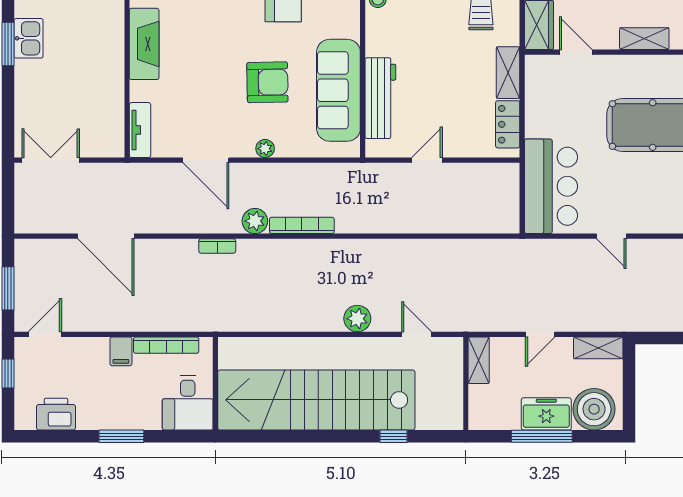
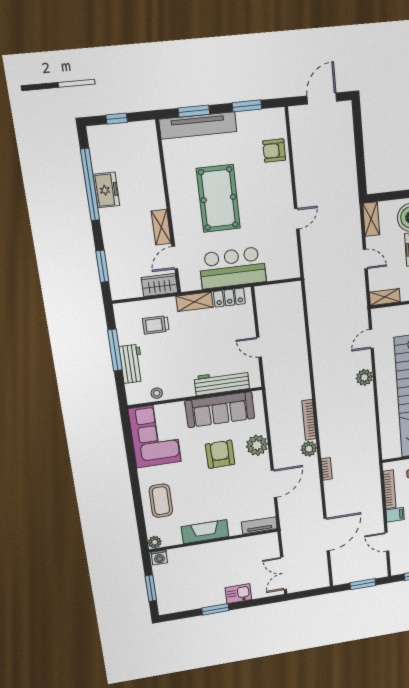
kitchen sink: (29, 38) -> (238, 594), moved
shelving: (644, 39) -> (161, 227), moved
plant: (265, 149) -> (257, 445), width x1.88, depth x1.88
bar counter: (551, 186) -> (233, 268), moved
door: (45, 334) -> (387, 542), moved

